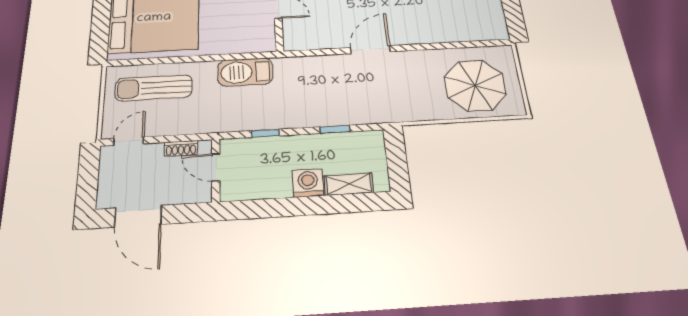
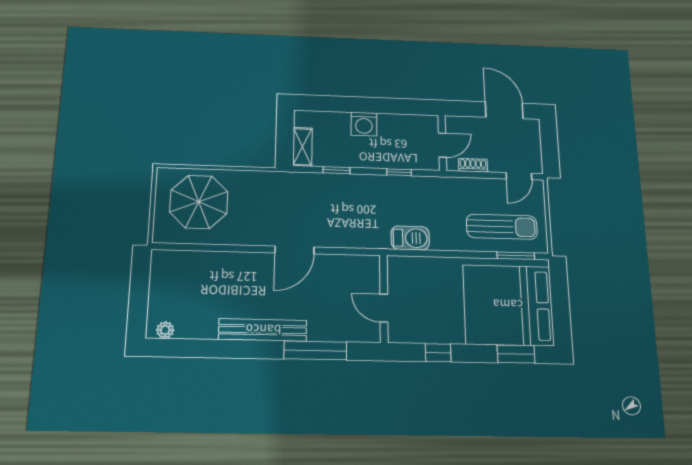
window: (141, 62) -> (516, 256), added
barbecue: (245, 72) -> (410, 238), width x0.73, depth x0.83
door: (216, 167) -> (442, 145), hinge flipped
shelving: (349, 184) -> (302, 147), moved, turned 90

